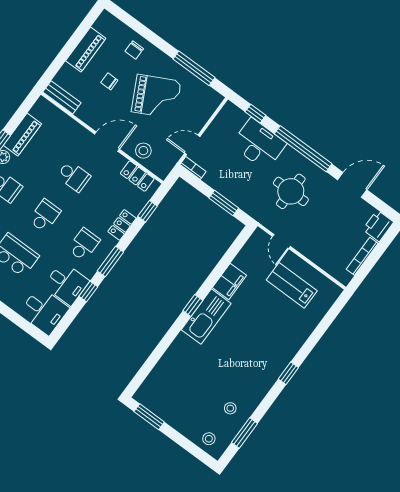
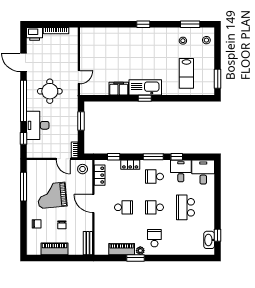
grand piano: (156, 96) -> (52, 195), turned -68
stool: (143, 151) -> (83, 169), moved
school desk: (74, 176) -> (124, 207), turned 90
lab bench: (292, 285) -> (186, 73), moved

